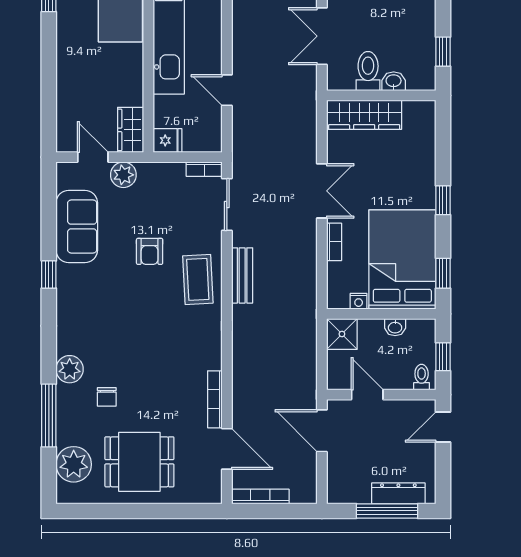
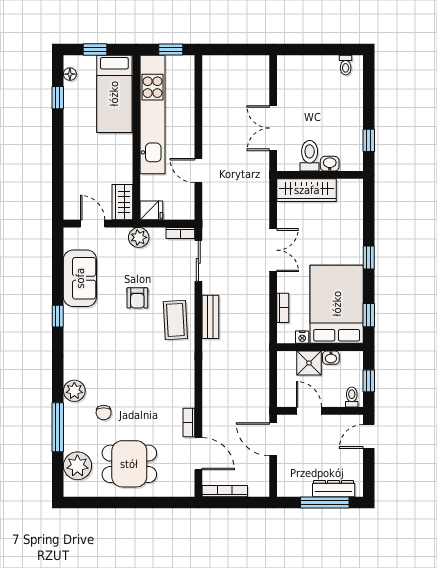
plant: (123, 175) -> (139, 237), moved
bookcase: (334, 242) -> (283, 308), moved
shower: (342, 334) -> (309, 363), moved
bookcase: (215, 399) -> (189, 423), width x0.64

